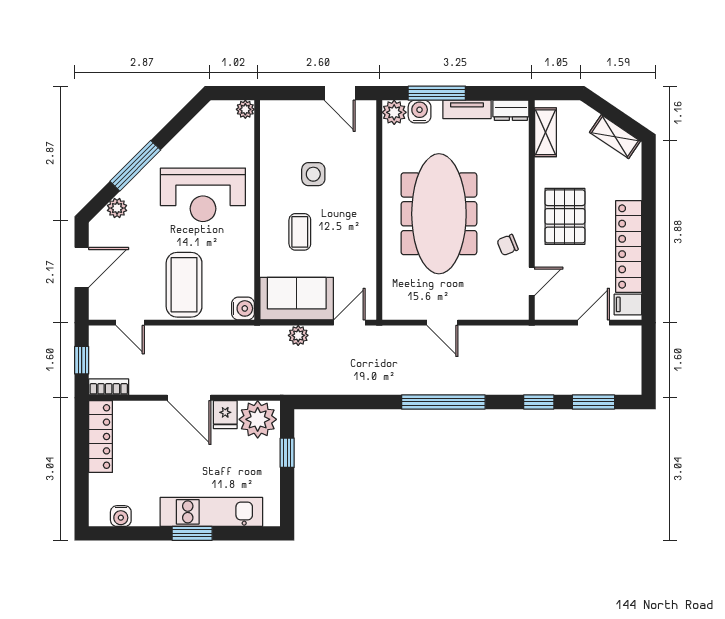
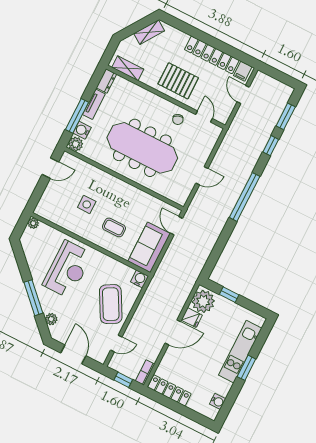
coffee table: (184, 285) -> (111, 304), turned 61
plant: (298, 335) -> (169, 257), removed

